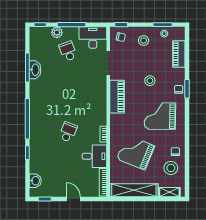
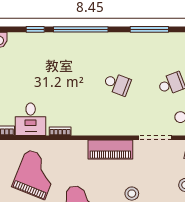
washbasin: (35, 70) -> (146, 40), removed
school desk: (68, 132) -> (117, 84), moved

